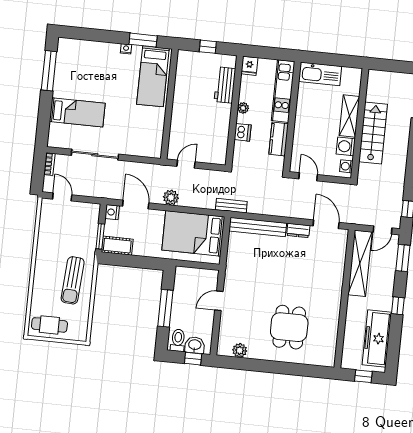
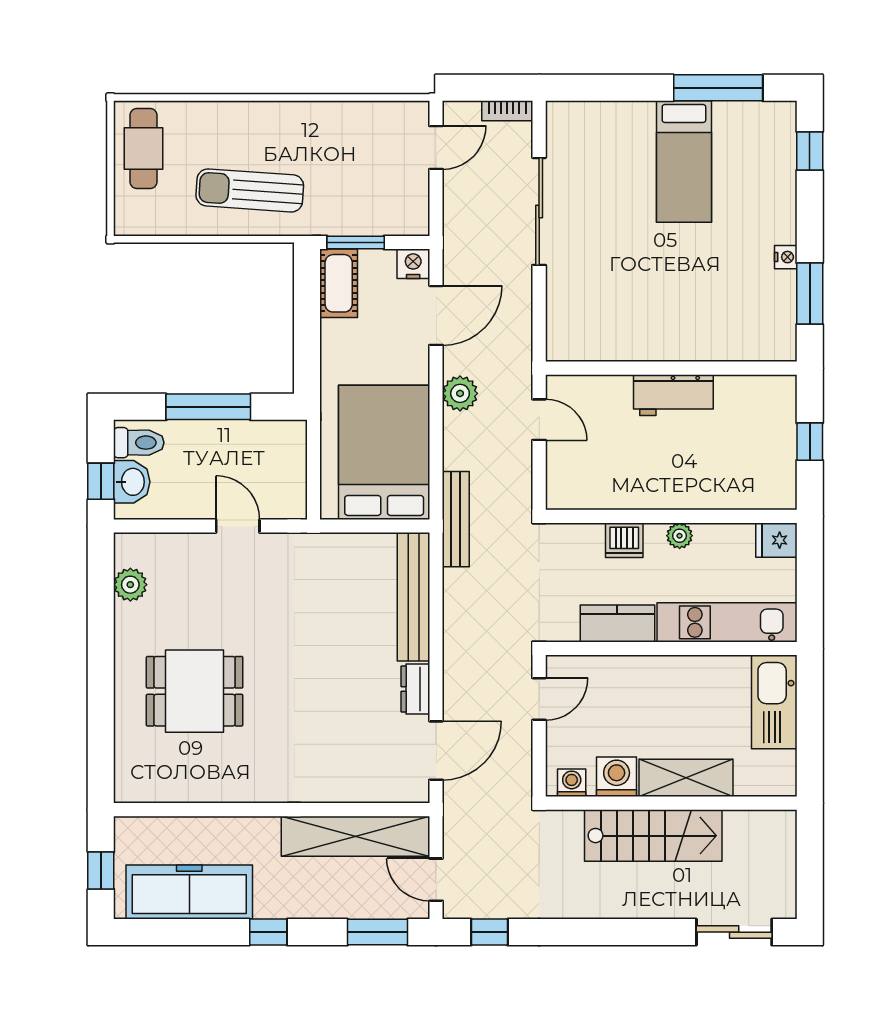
window: (81, 34) -> (810, 151), added
bed: (153, 76) -> (730, 324), removed
workbench: (225, 85) -> (673, 395), moved, turned 180
bed: (77, 112) -> (684, 162), moved
bench: (231, 206) -> (456, 519), width x1.36

